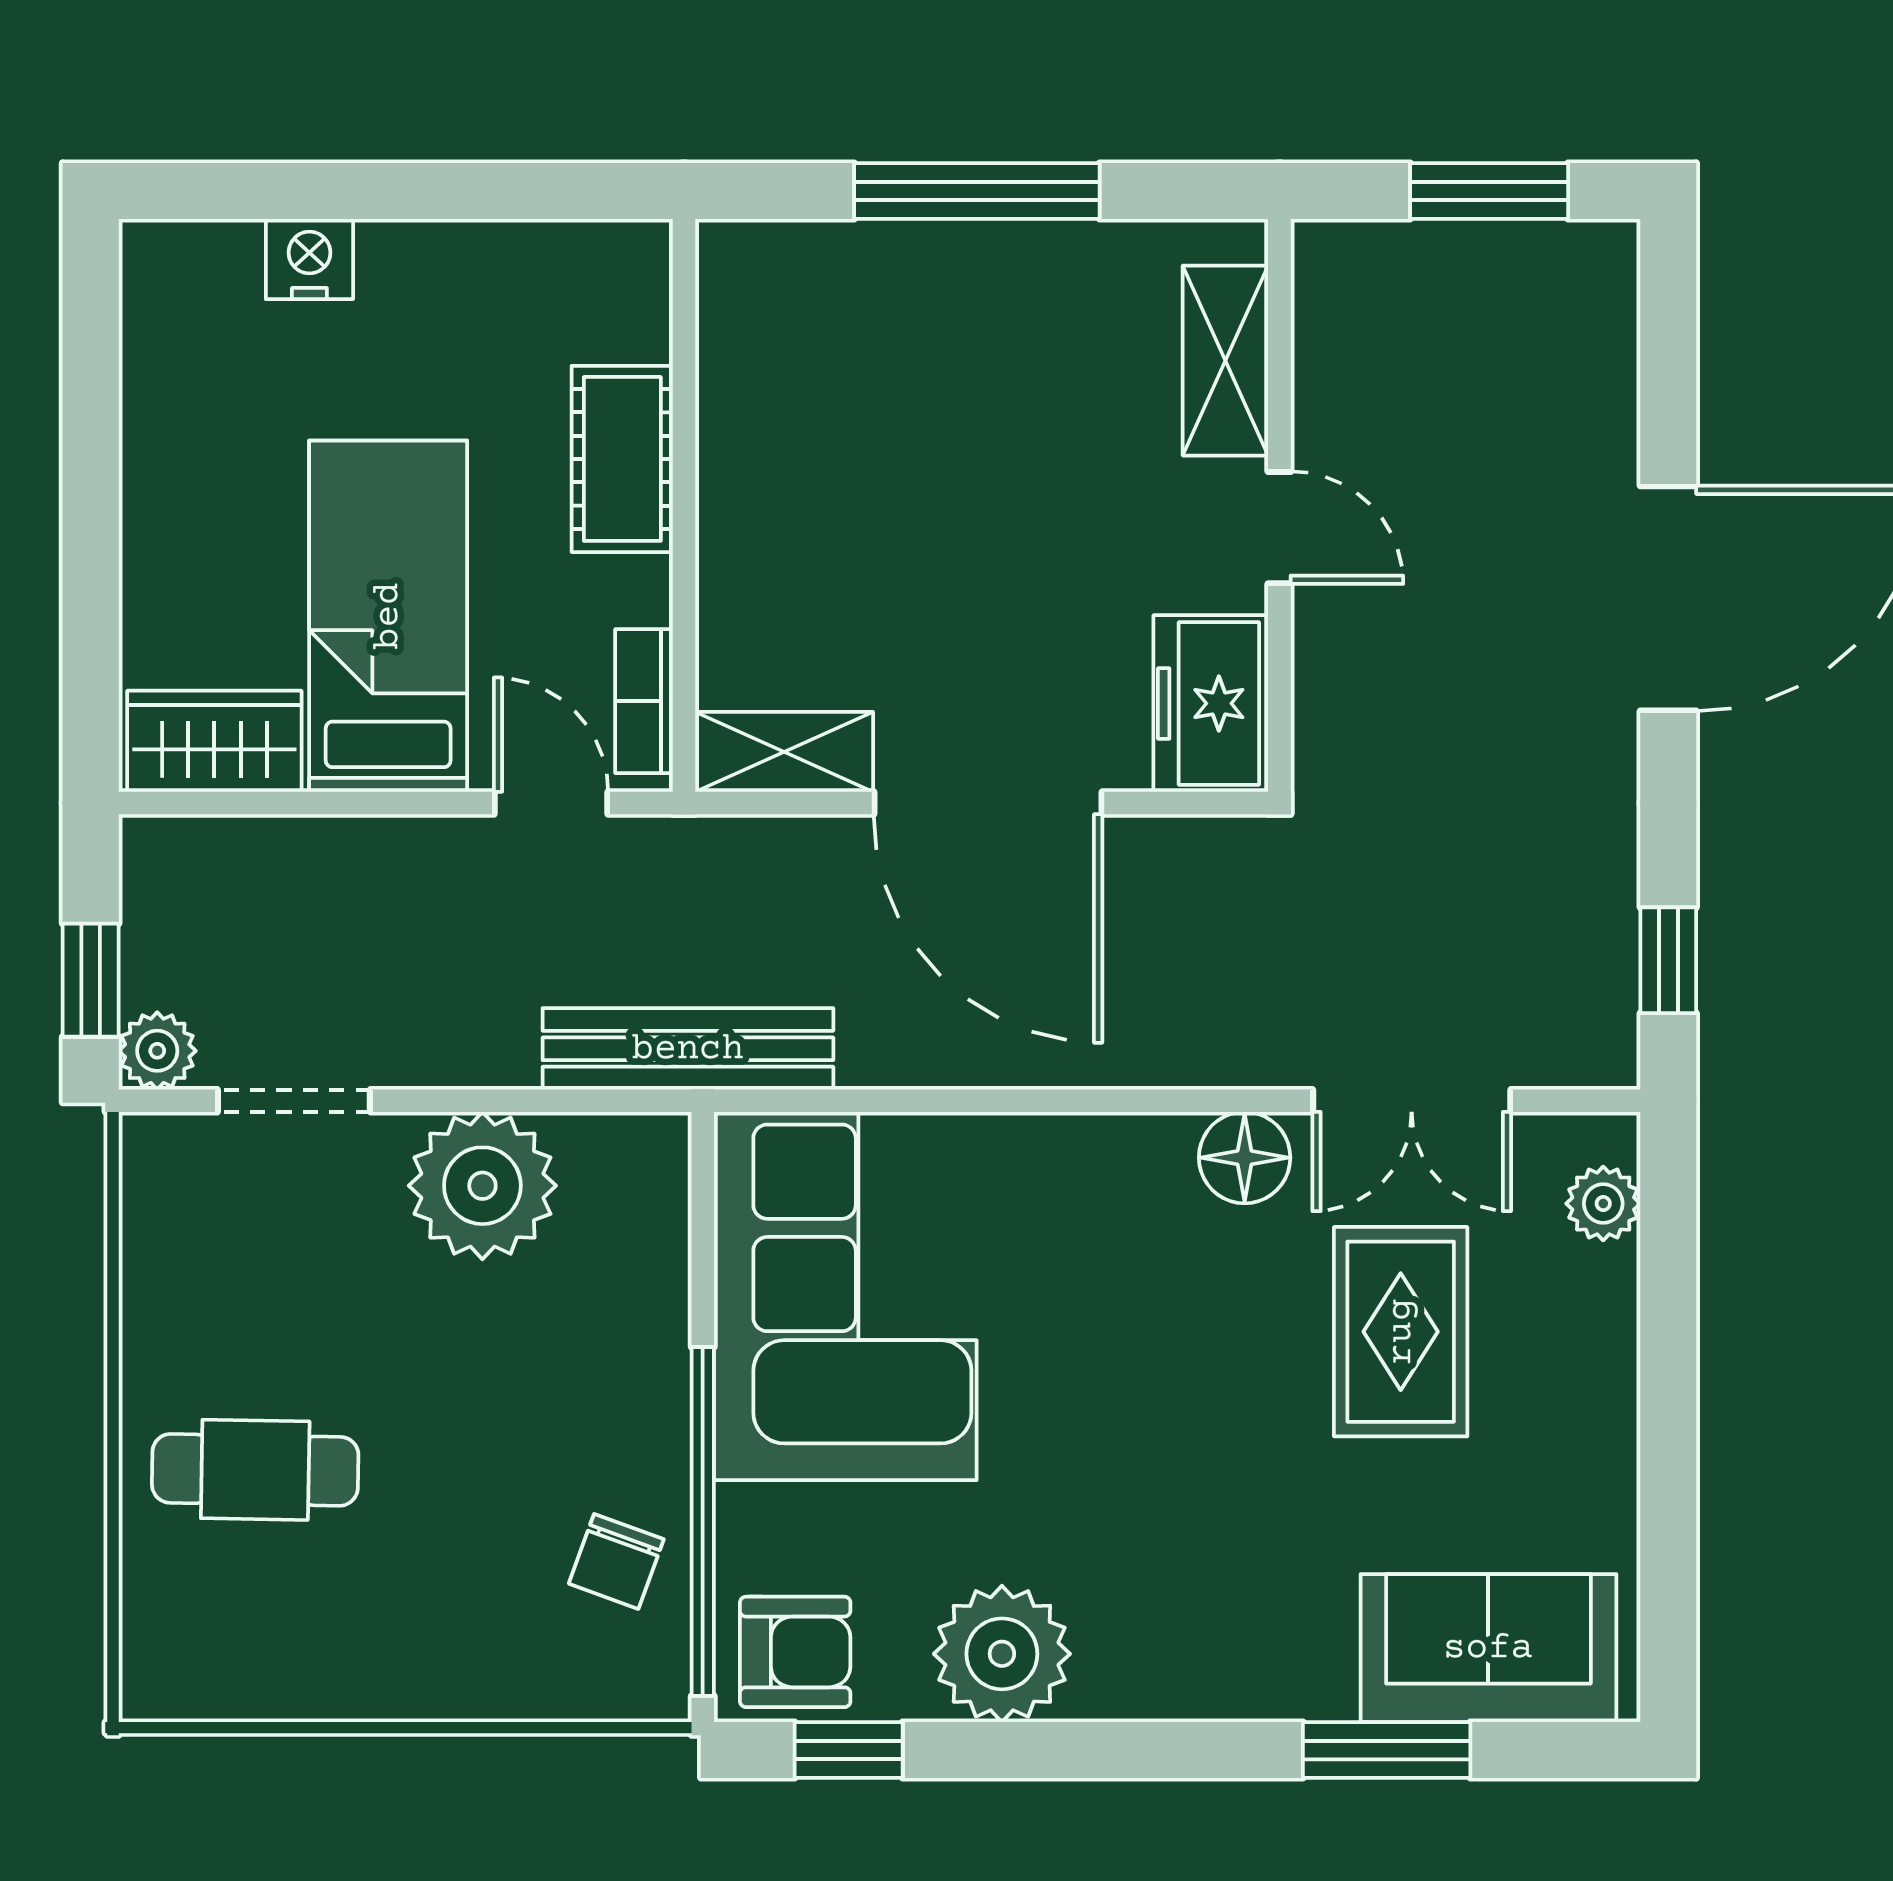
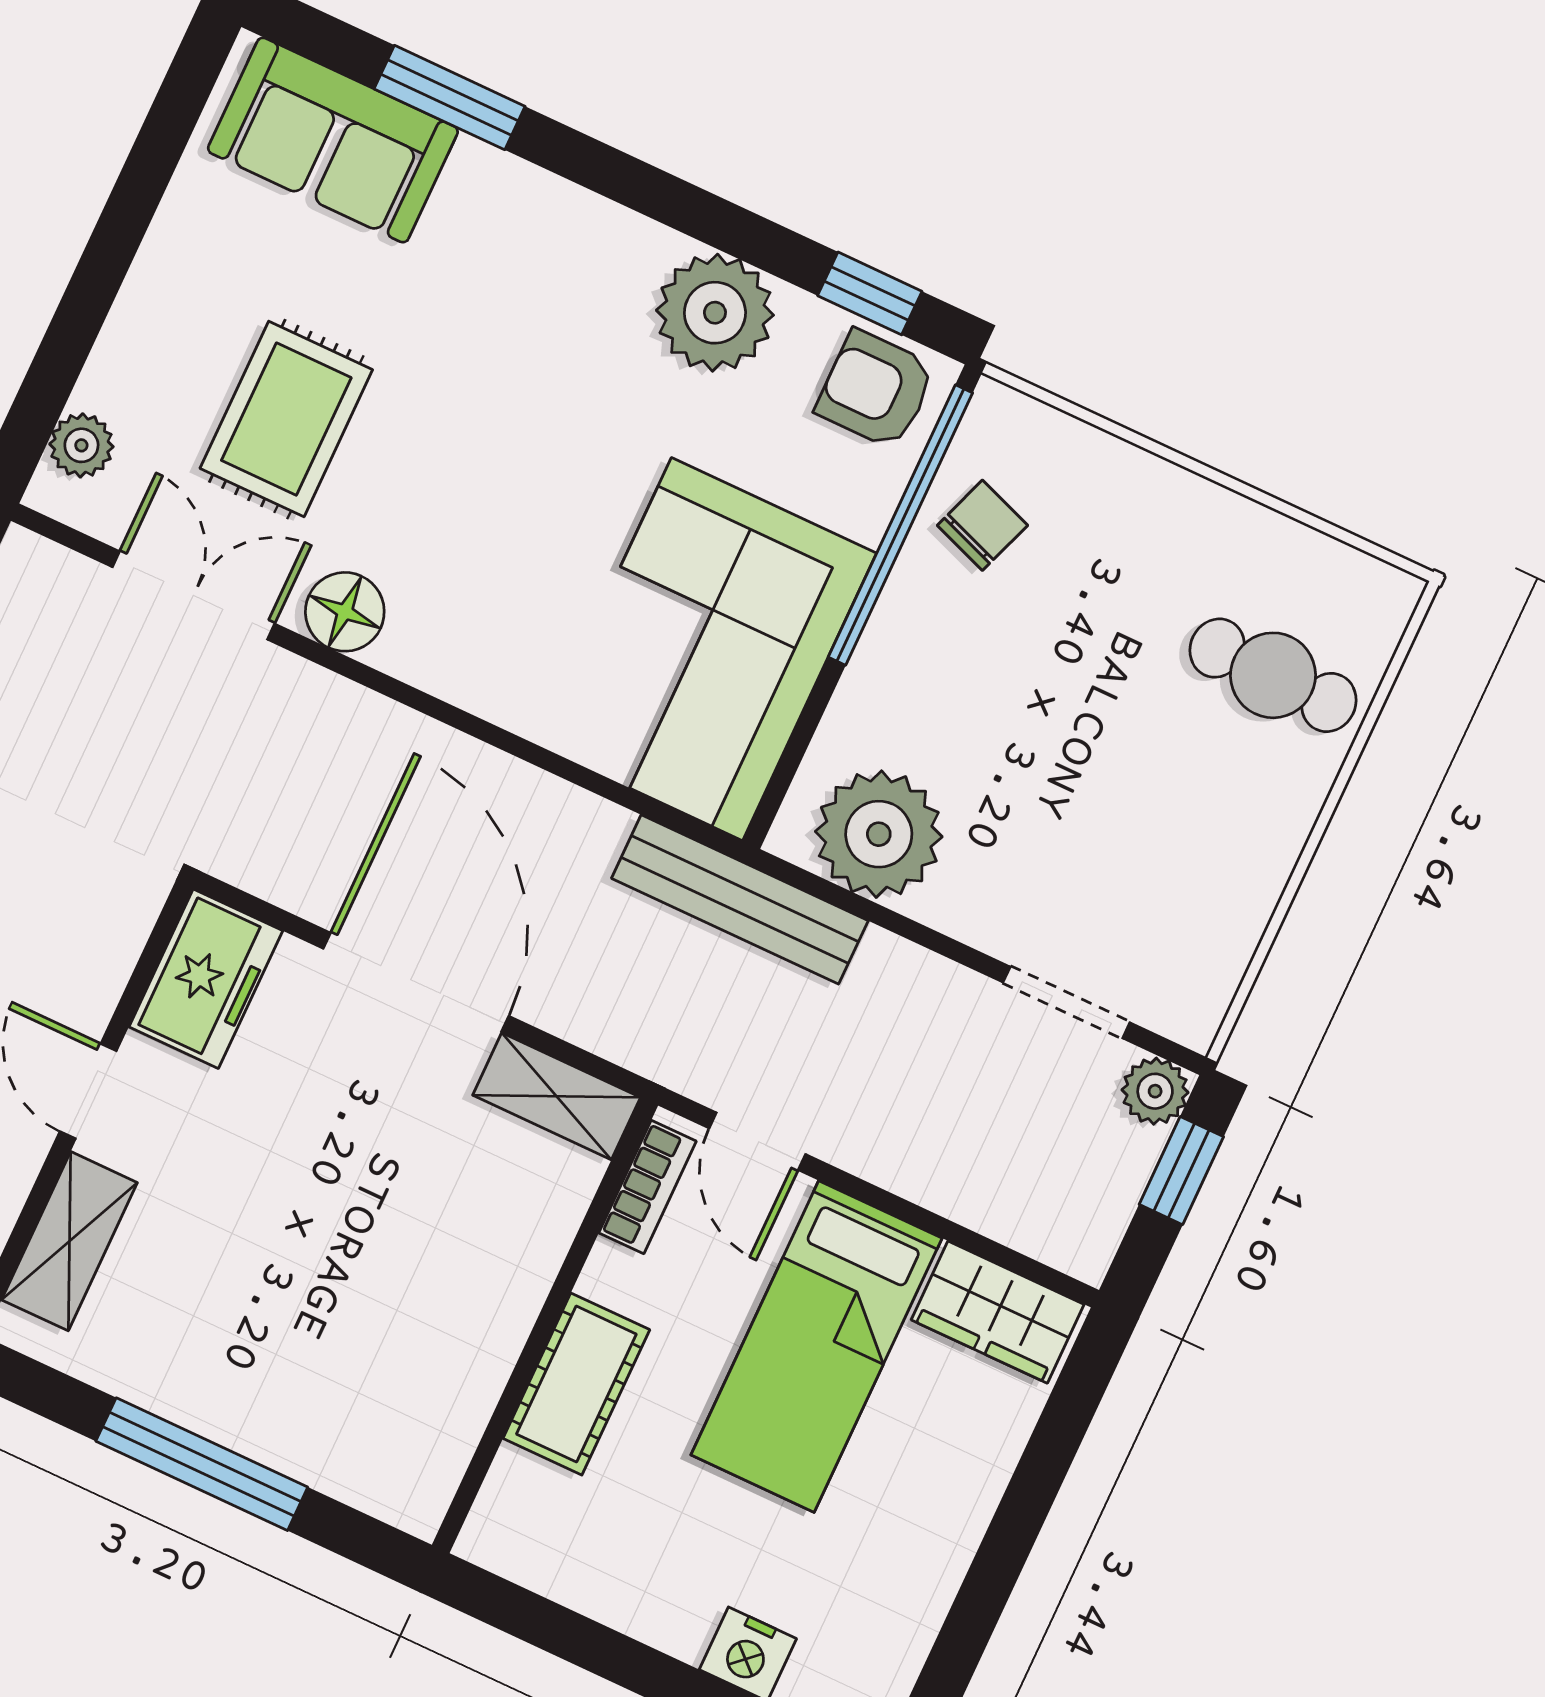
plant: (482, 1186) -> (879, 834), moved
cafe table: (255, 1470) -> (1273, 675), moved

